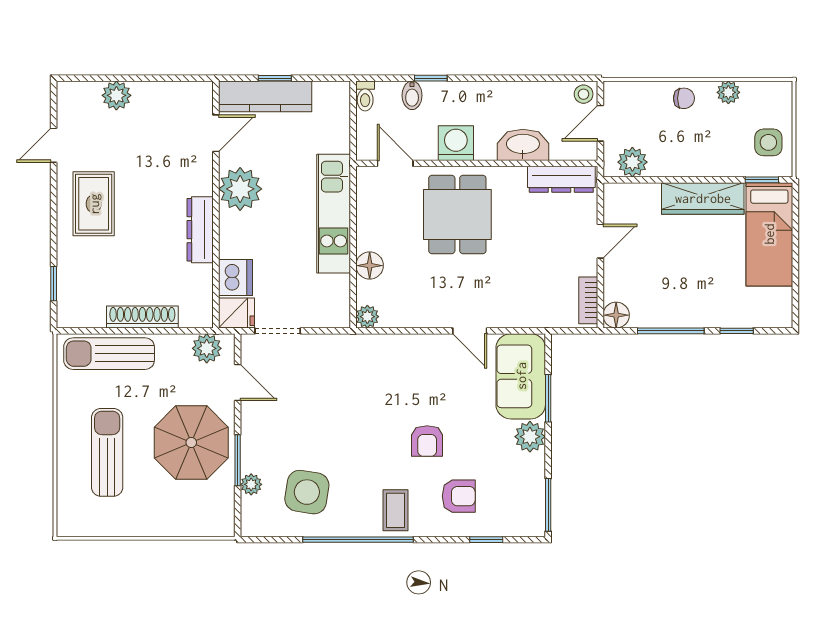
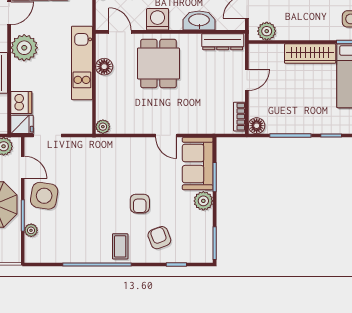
floor lamp: (370, 266) -> (104, 67), moved
side table: (307, 492) -> (44, 196), moved
armchair: (459, 496) -> (159, 238), turned -111

